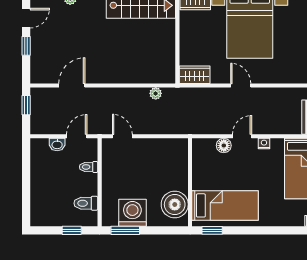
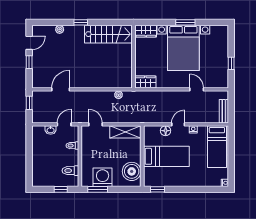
door: (241, 86) -> (197, 89), moved
shelving: (166, 147) -> (125, 132), added
bed: (225, 205) -> (166, 156), moved

